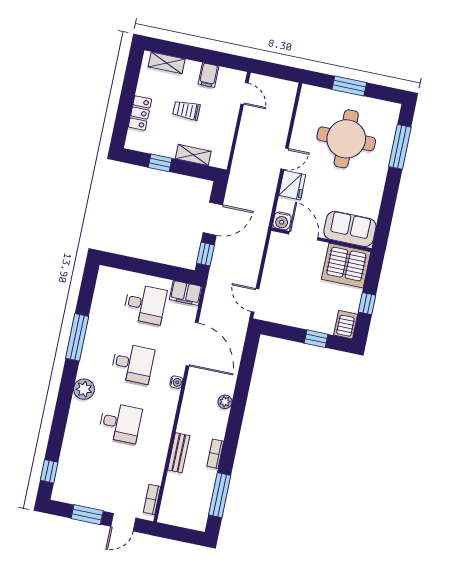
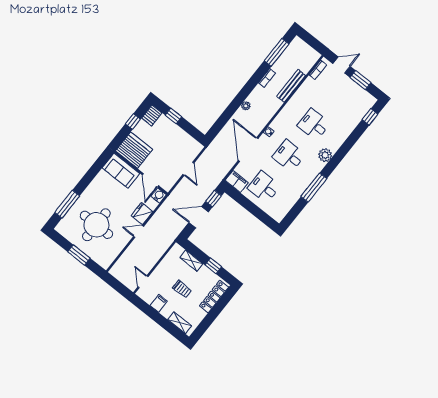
locker: (140, 113) -> (214, 297), width x1.53
door: (255, 300) -> (188, 169), moved
bench: (179, 453) -> (291, 86), width x1.36

